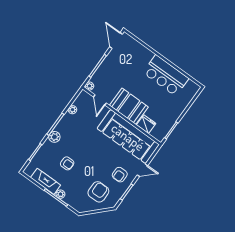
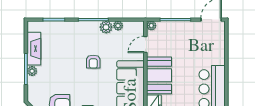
plant: (54, 137) -> (106, 27), moved
armchair: (67, 163) -> (93, 62), moved

